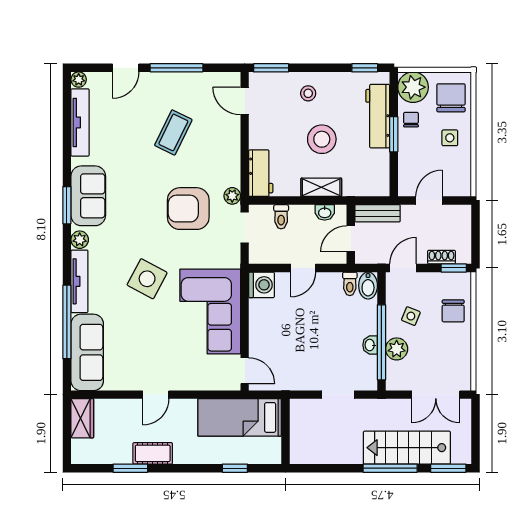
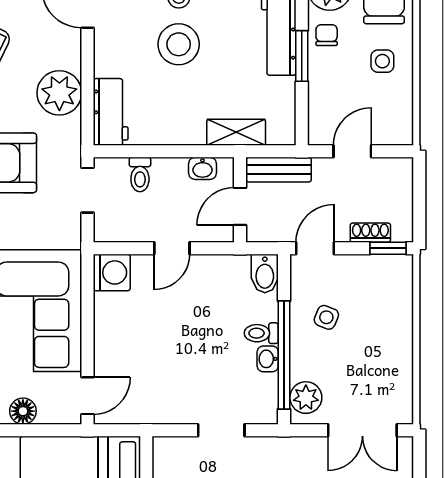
stool: (322, 139) -> (179, 44), moved
shelving: (321, 187) -> (236, 132), moved
plant: (232, 196) -> (59, 93), moved, width x1.87, depth x1.87
toilet: (350, 284) -> (261, 333), moved, turned 90
chair: (453, 311) -> (387, 310), removed
plant: (397, 349) -> (306, 398), moved
door: (245, 371) -> (87, 396), hinge flipped
floor lamp: (200, 381) -> (23, 411), added

